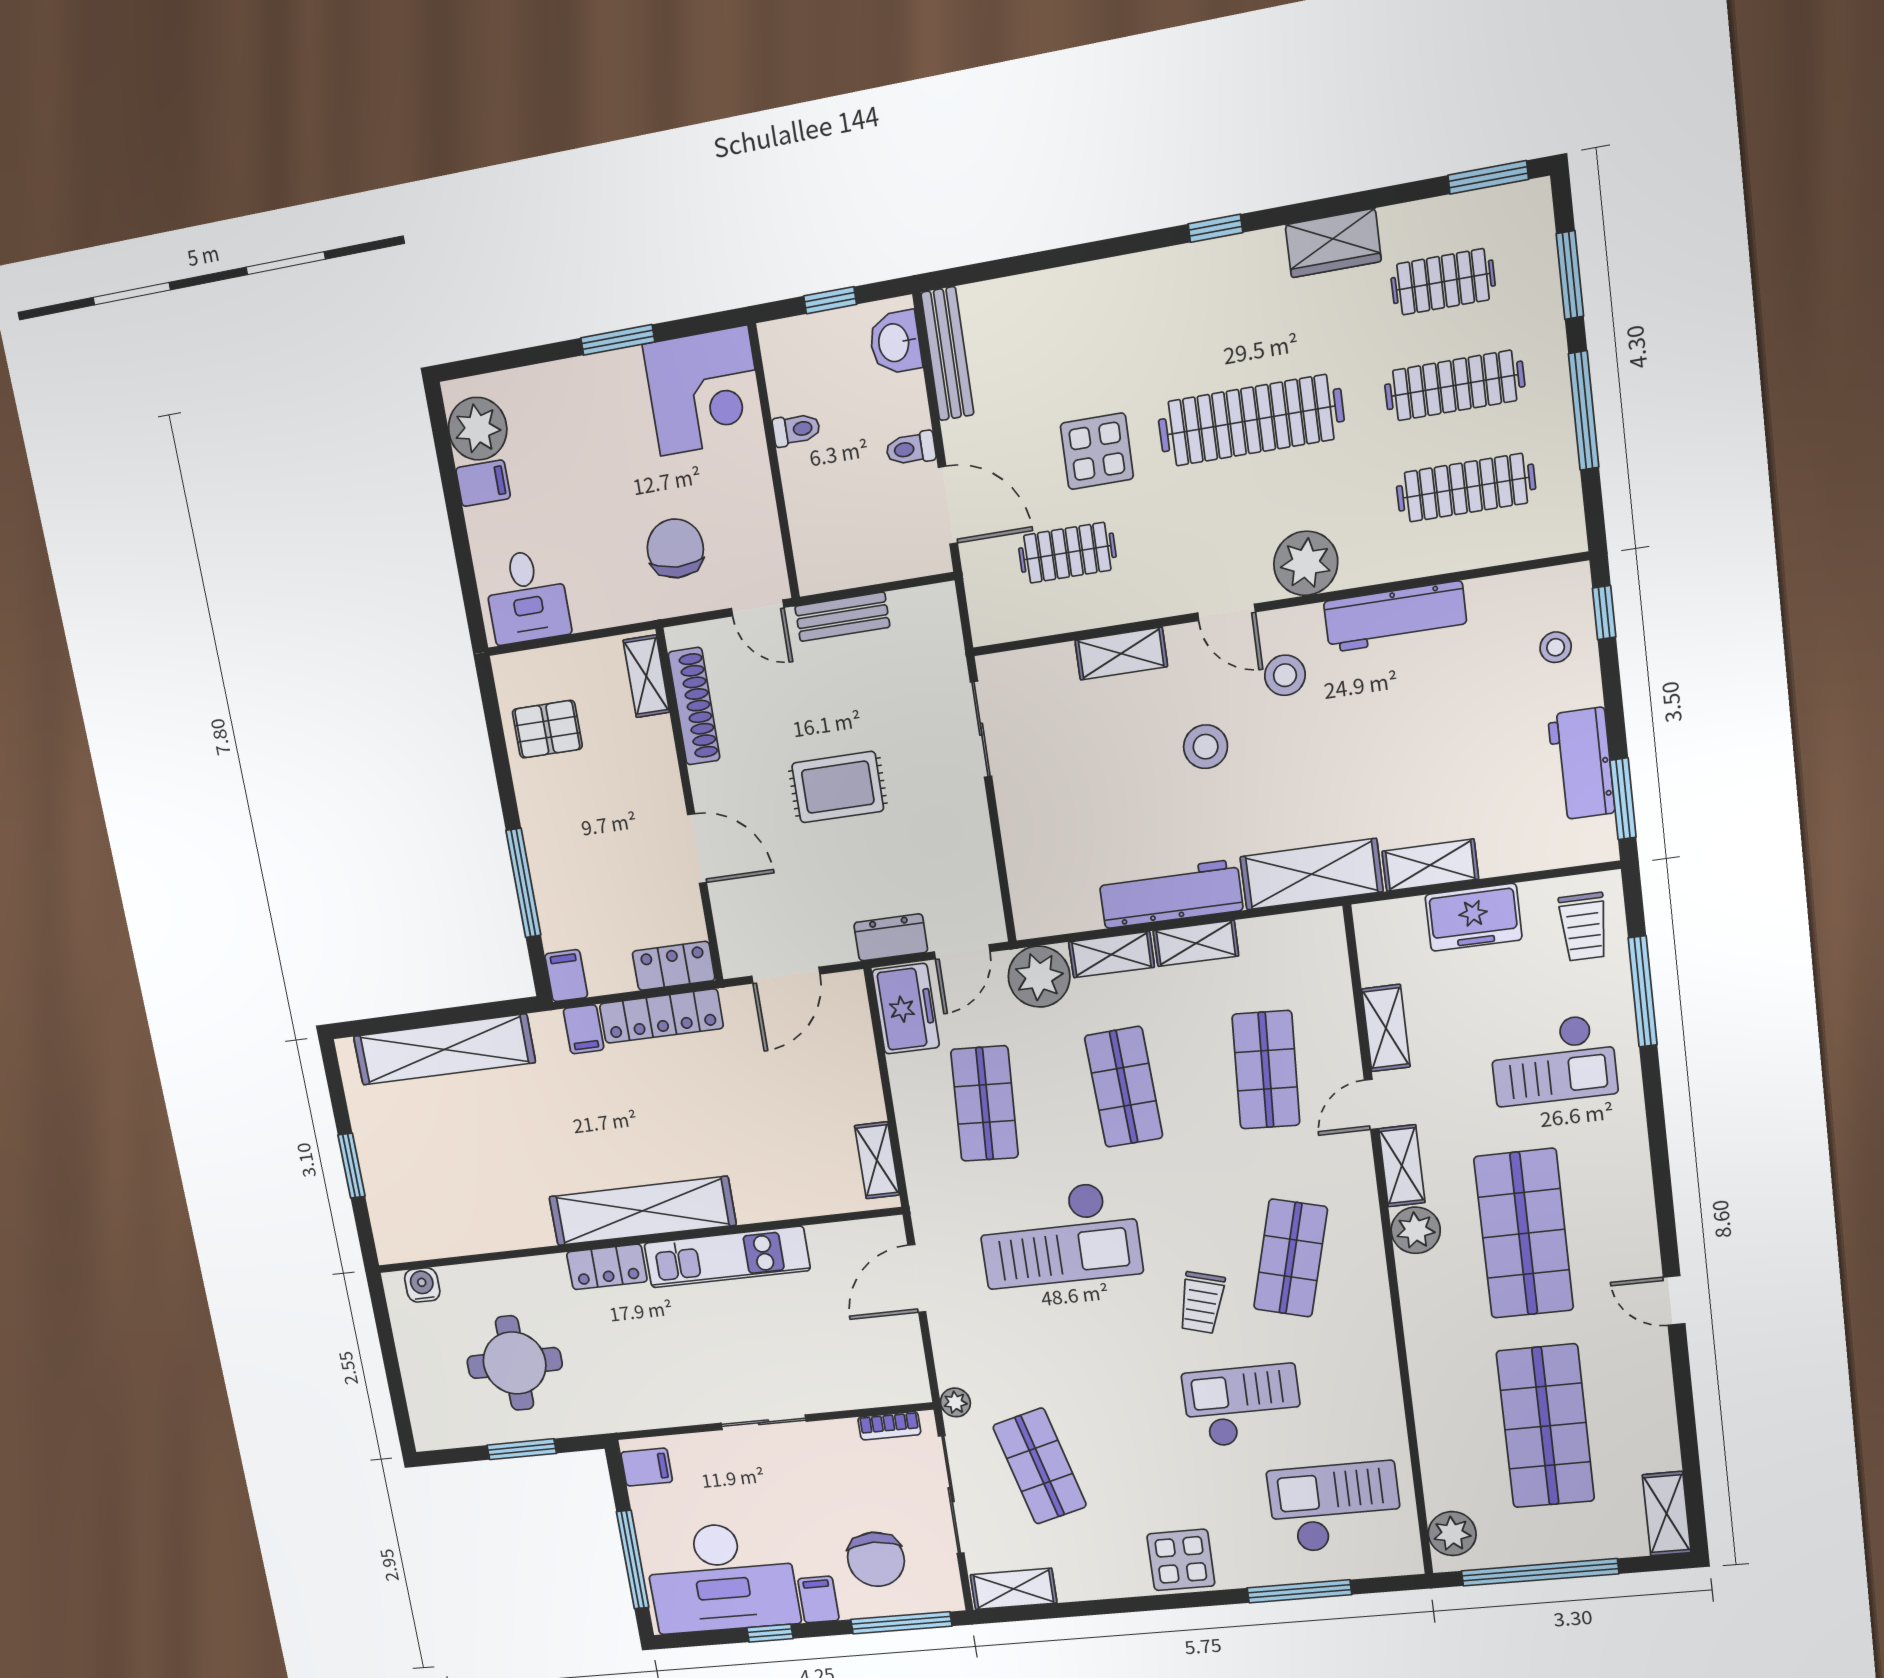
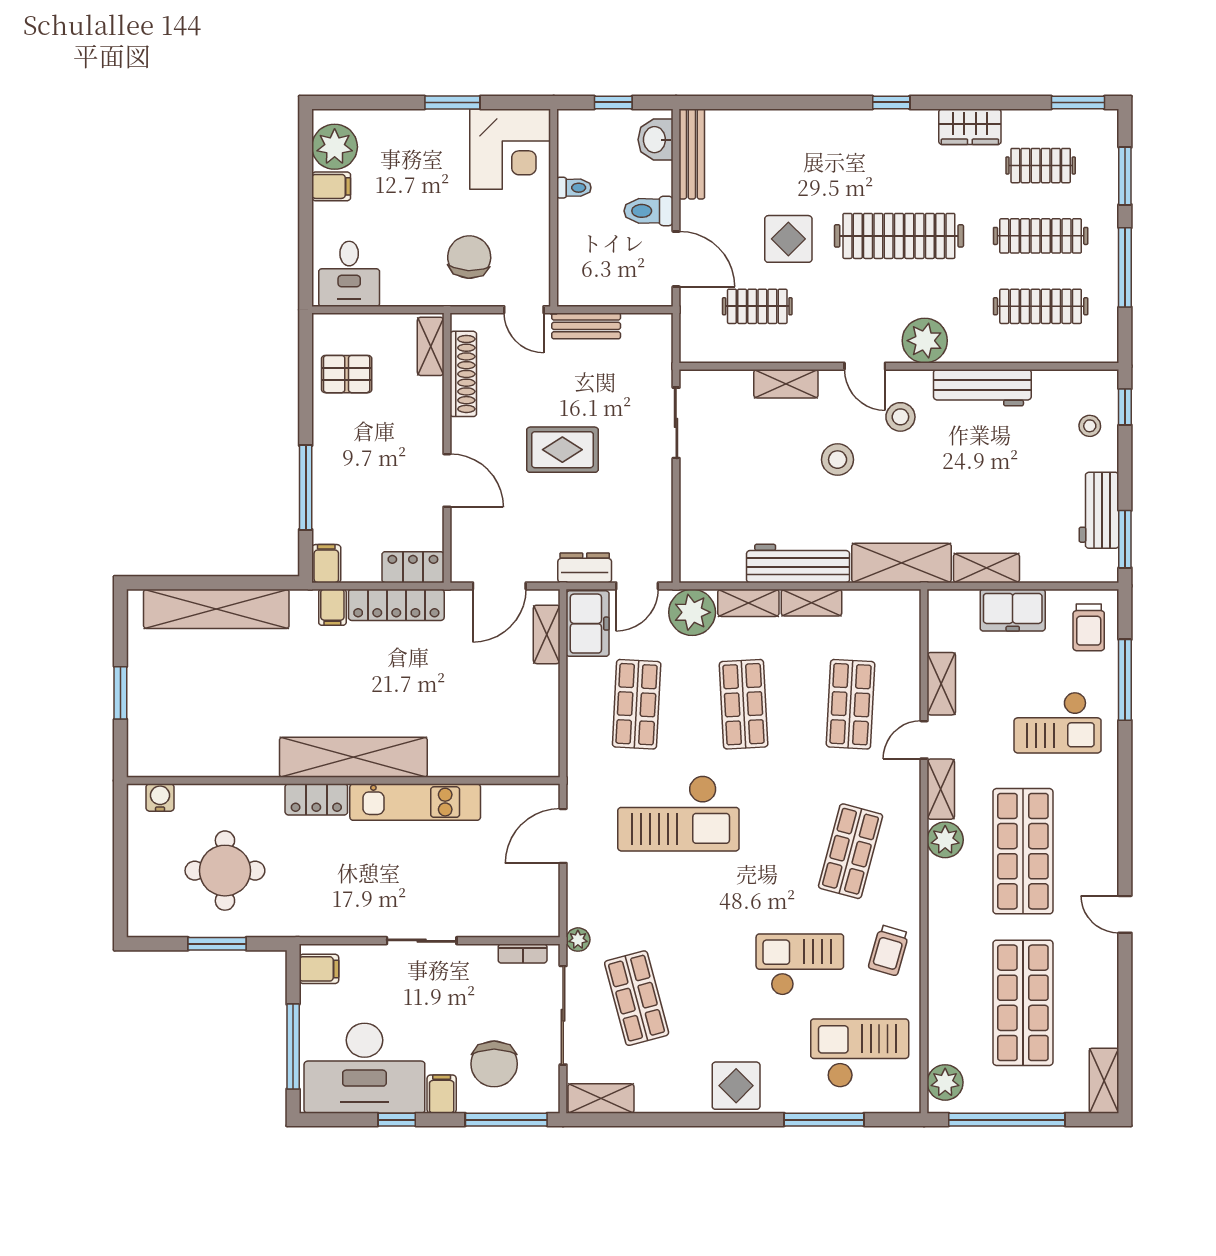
toilet: (911, 449) -> (649, 211), width x1.37, depth x1.39
shelving: (877, 1160) -> (547, 634), moved
trolley: (1202, 1303) -> (889, 950), moved

